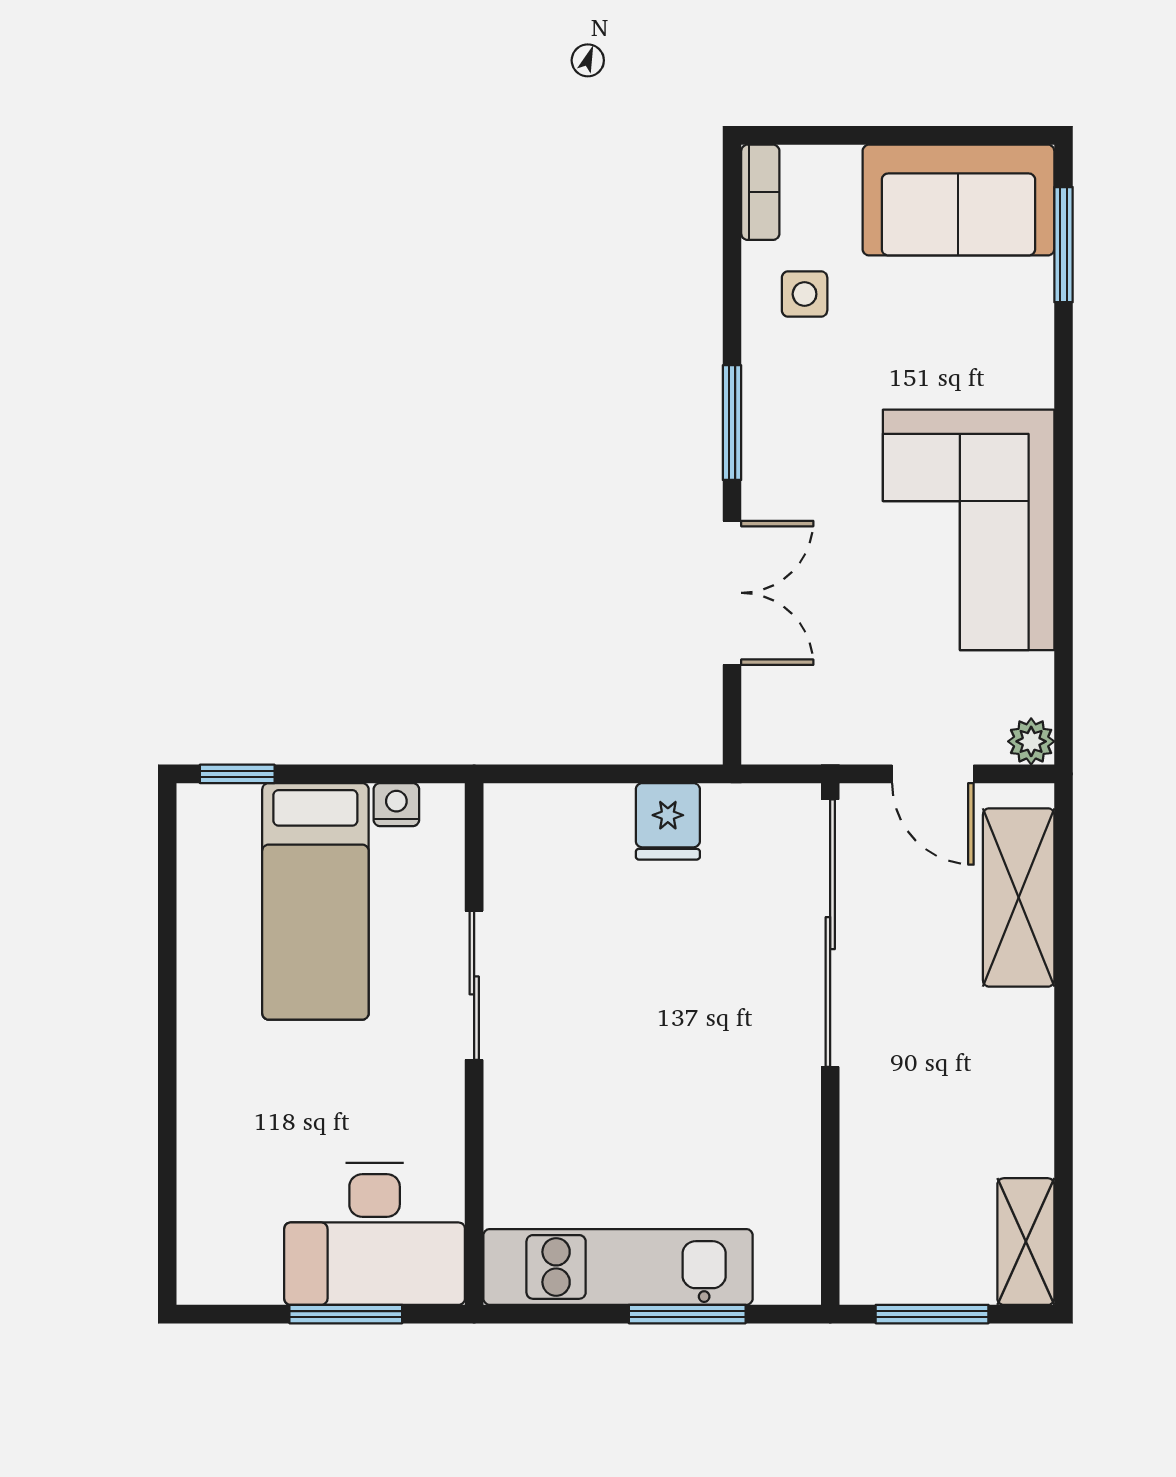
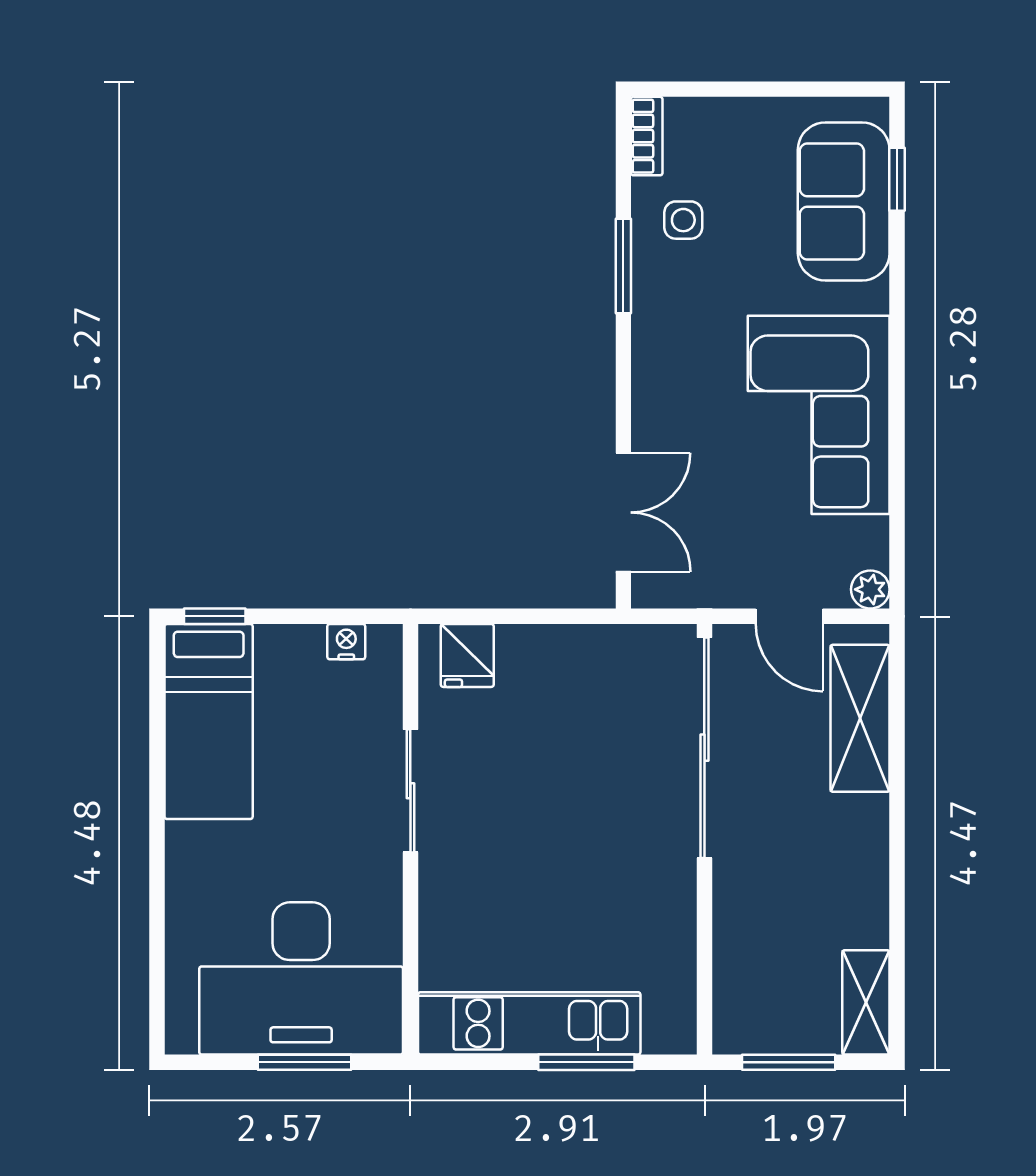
sofa: (958, 200) -> (844, 202), moved, turned 90
window: (1064, 245) -> (897, 179), width x0.67
window: (732, 423) -> (623, 266), moved
double door: (732, 593) -> (623, 512), moved
fridge: (668, 821) -> (467, 655), moved
bed: (315, 901) -> (209, 722), moved
desk: (375, 1234) -> (301, 978), width x1.36, depth x1.30

